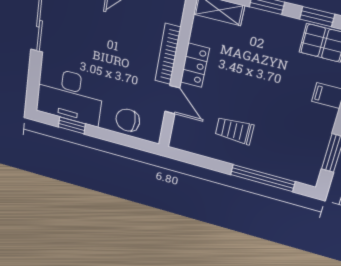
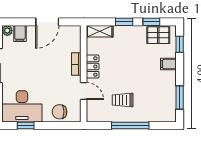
bookcase: (168, 54) -> (76, 64), width x0.64
window: (263, 178) -> (130, 126), moved

